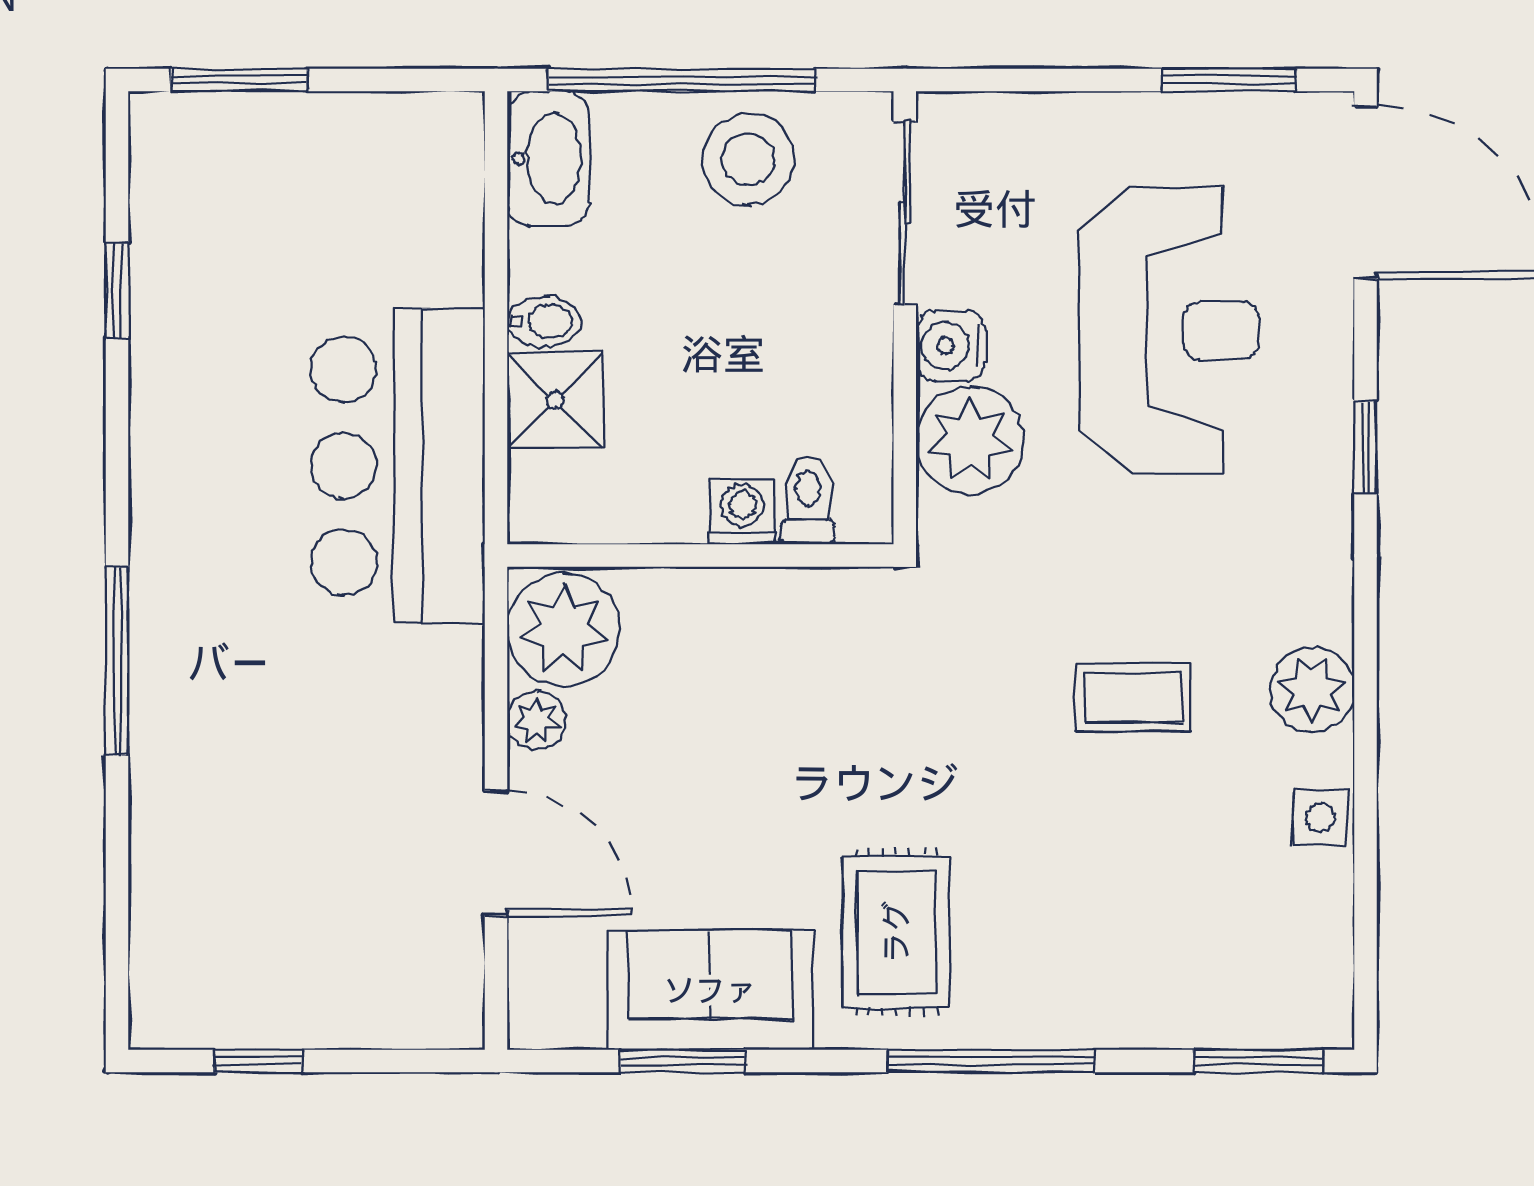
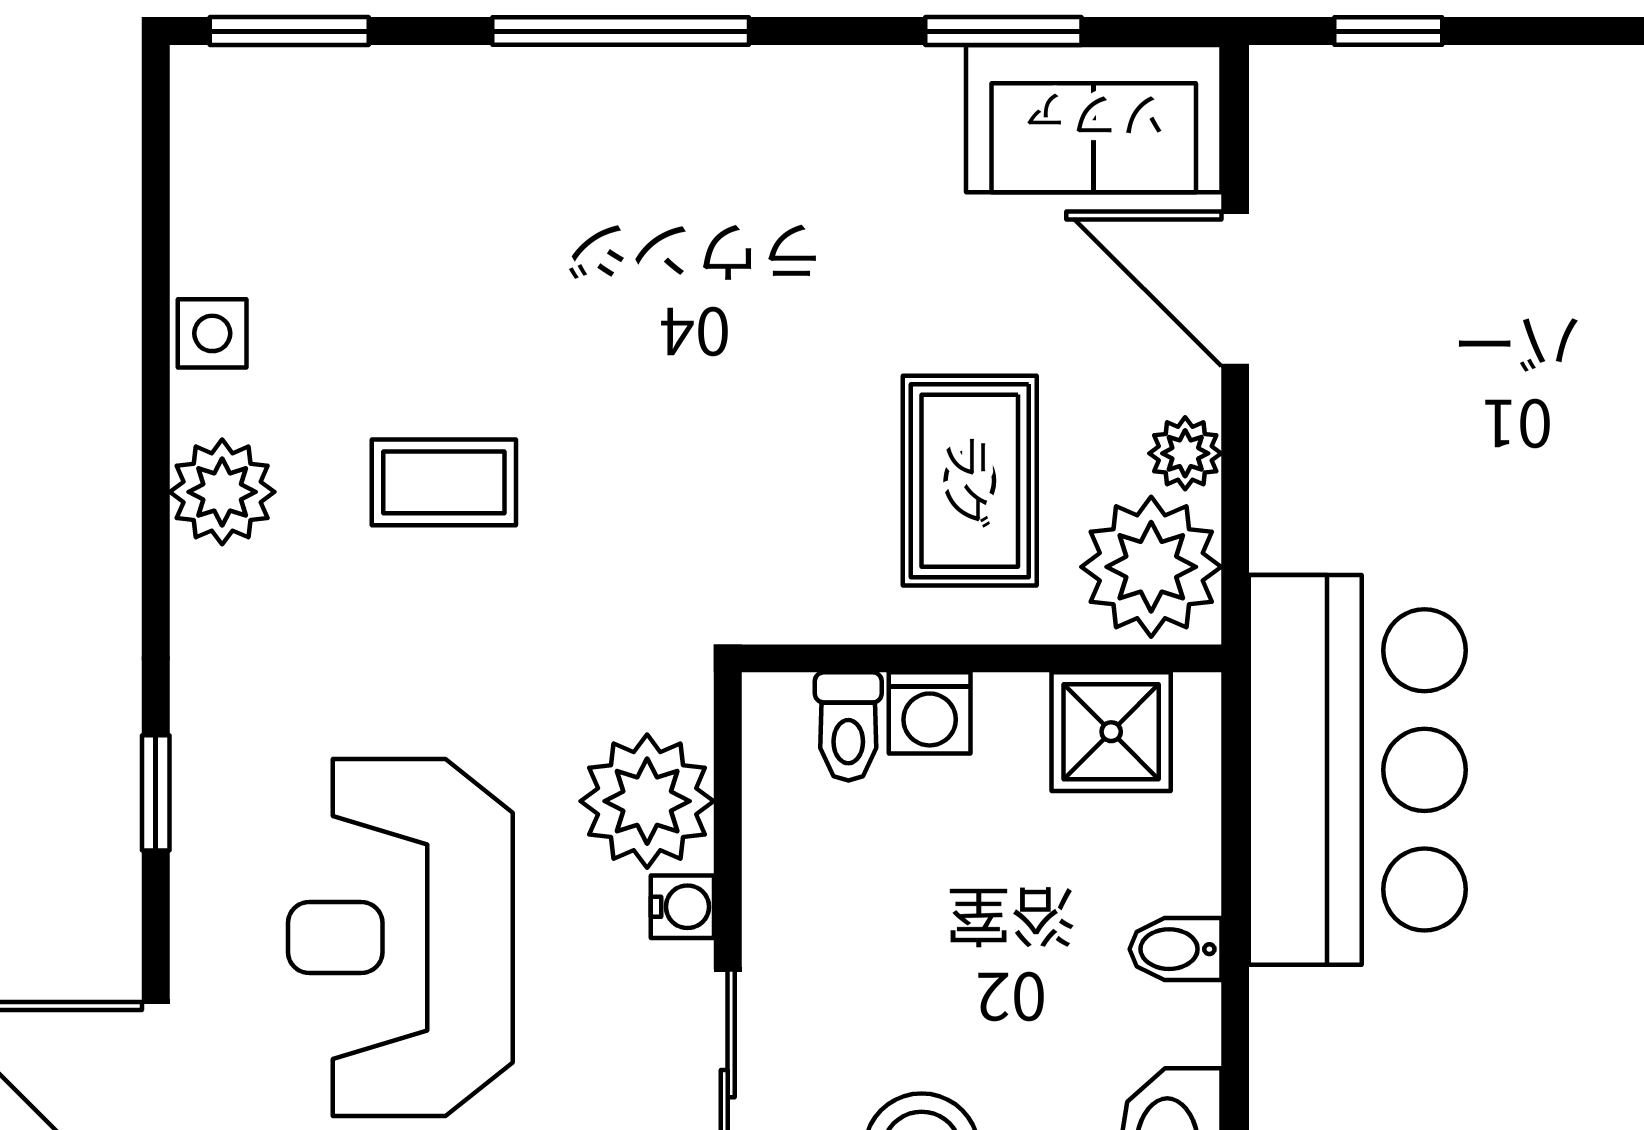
water cooler: (951, 346) -> (682, 907), width x0.72, depth x0.72
shower: (555, 400) -> (1111, 732), moved
rug: (896, 932) -> (970, 481), moved
sofa: (710, 990) -> (1094, 119), moved
window: (258, 1061) -> (1388, 31), moved

